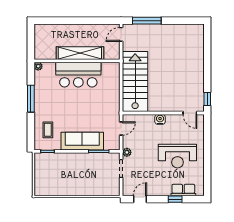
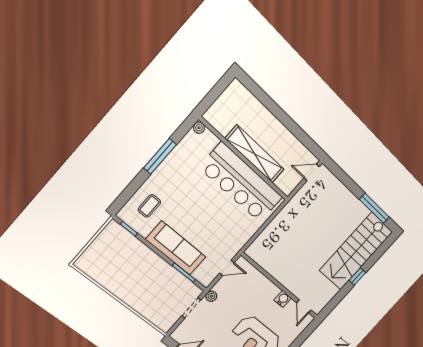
window: (147, 21) -> (374, 208), moved
bar counter: (78, 75) -> (241, 183), width x1.36
stairs: (135, 81) -> (356, 251), moved, turned 180
window: (207, 99) -> (357, 276), moved
water cooler: (160, 119) -> (283, 299), moved

